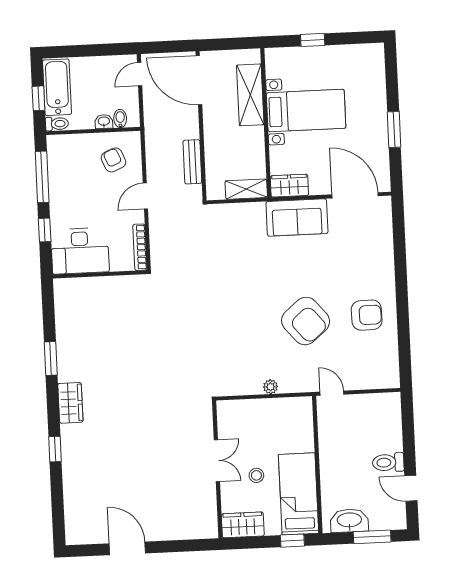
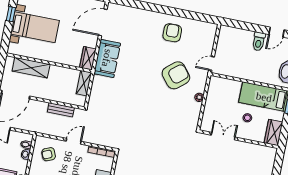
window: (313, 40) -> (11, 14), moved
bed with nightstands: (306, 111) -> (35, 27), moved, turned 90
door: (145, 196) -> (74, 141), swing flipped
armchair: (306, 321) -> (176, 75), moved
double door: (217, 461) -> (223, 136), moved

